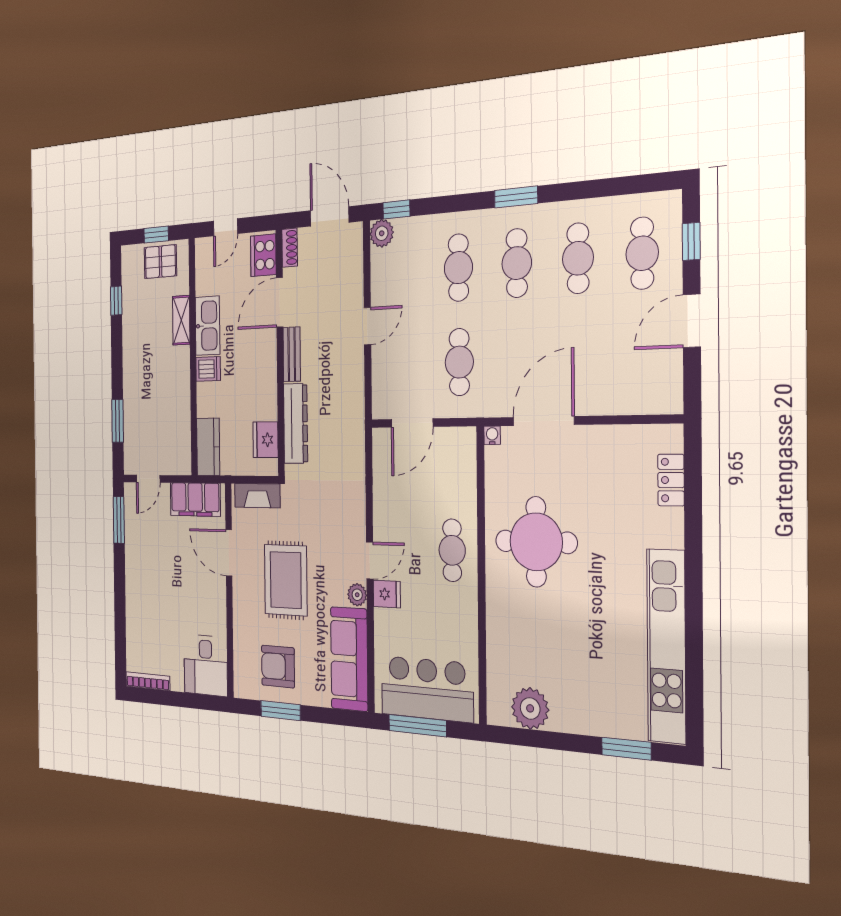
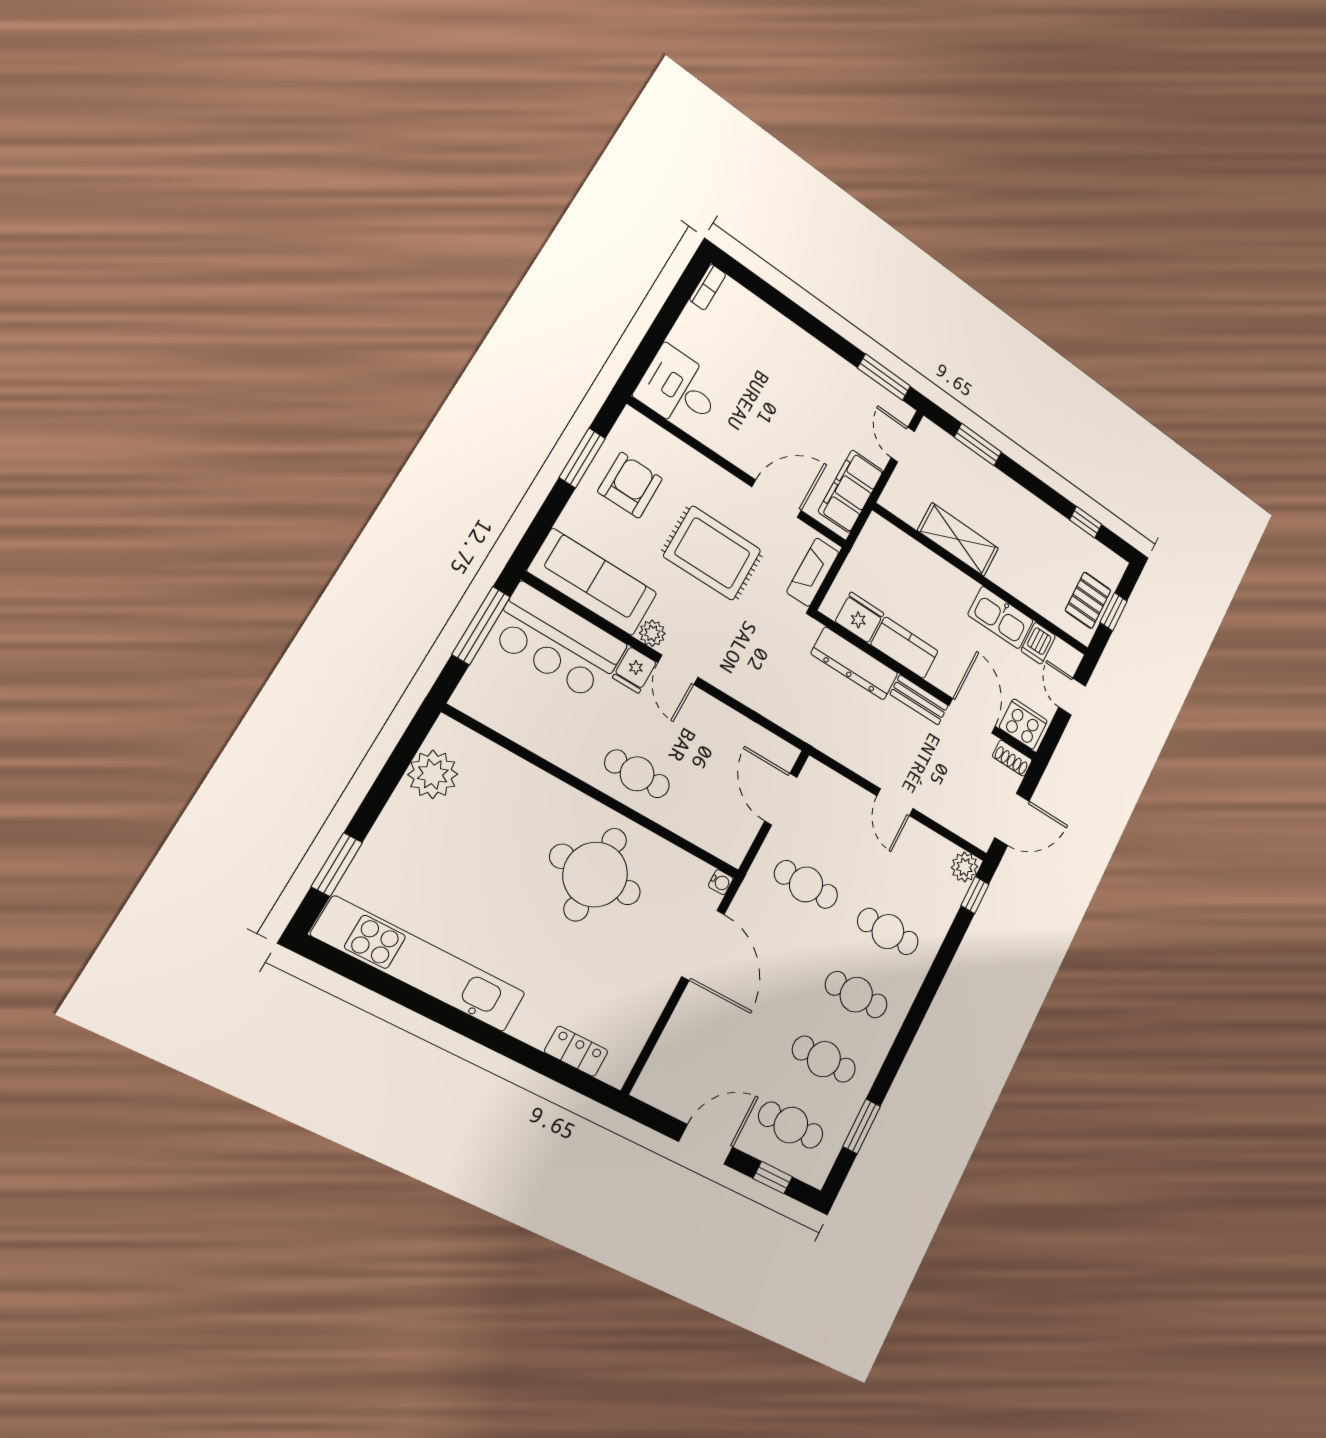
window: (516, 197) -> (862, 1126), moved
shelving: (181, 320) -> (958, 539), moved, width x1.50, depth x1.33
door: (692, 321) -> (706, 1144), hinge flipped
dishwasher: (208, 369) -> (1038, 643), moved
kitchen counter: (208, 447) -> (905, 648), moved, turned 180
bookcase: (148, 681) -> (708, 287), width x0.64
bar counter: (427, 689) -> (558, 642), moved, turned 90

